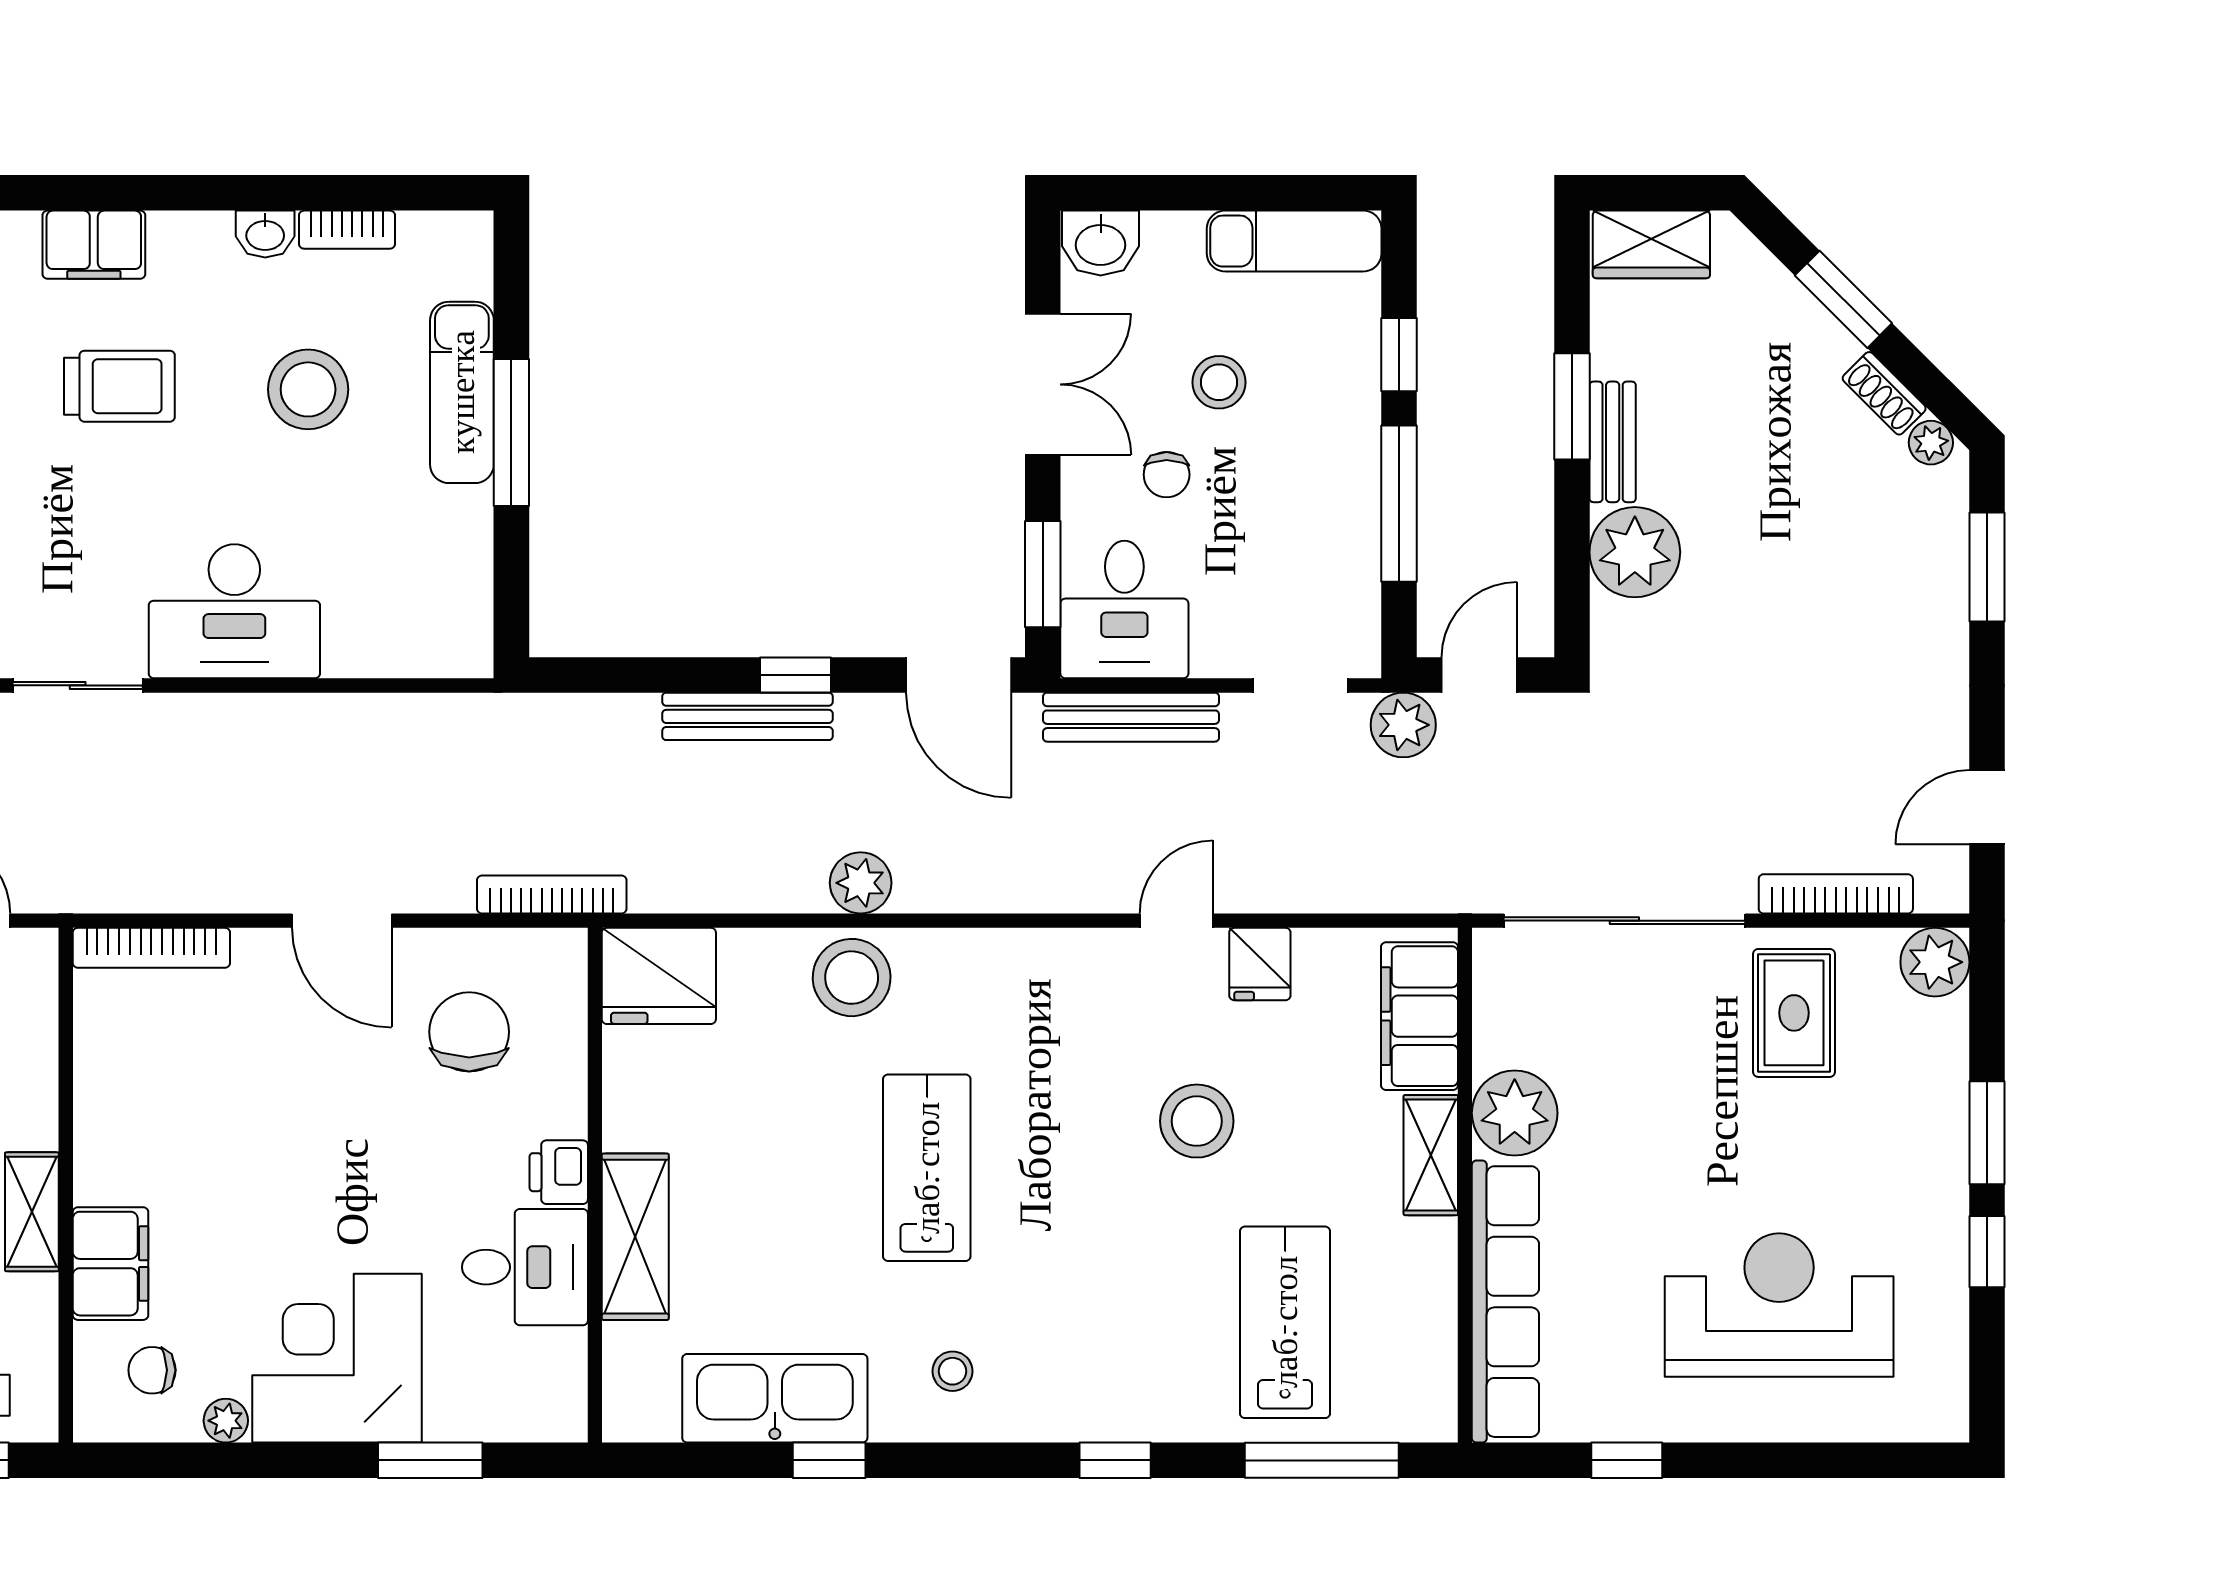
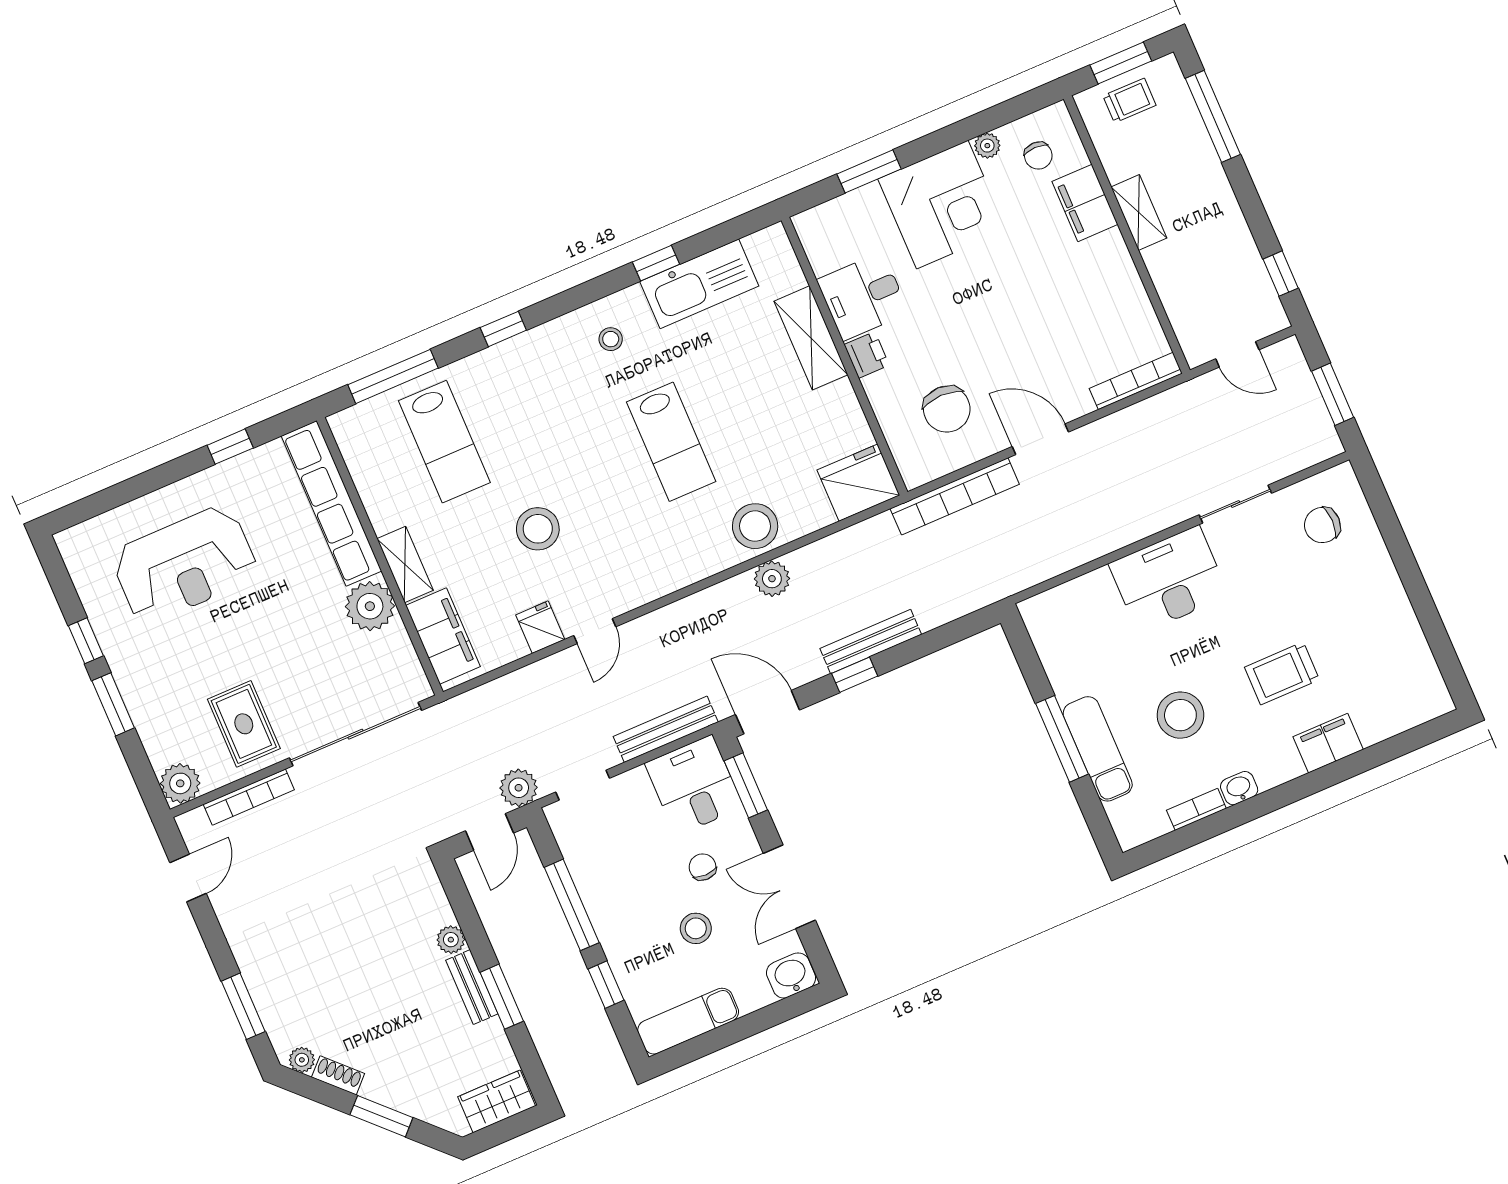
plant: (1635, 552) -> (451, 940), width x0.53, depth x0.53
bookcase: (552, 894) -> (955, 496), width x1.48, depth x1.31
chair: (152, 1370) -> (1038, 156), turned 90

